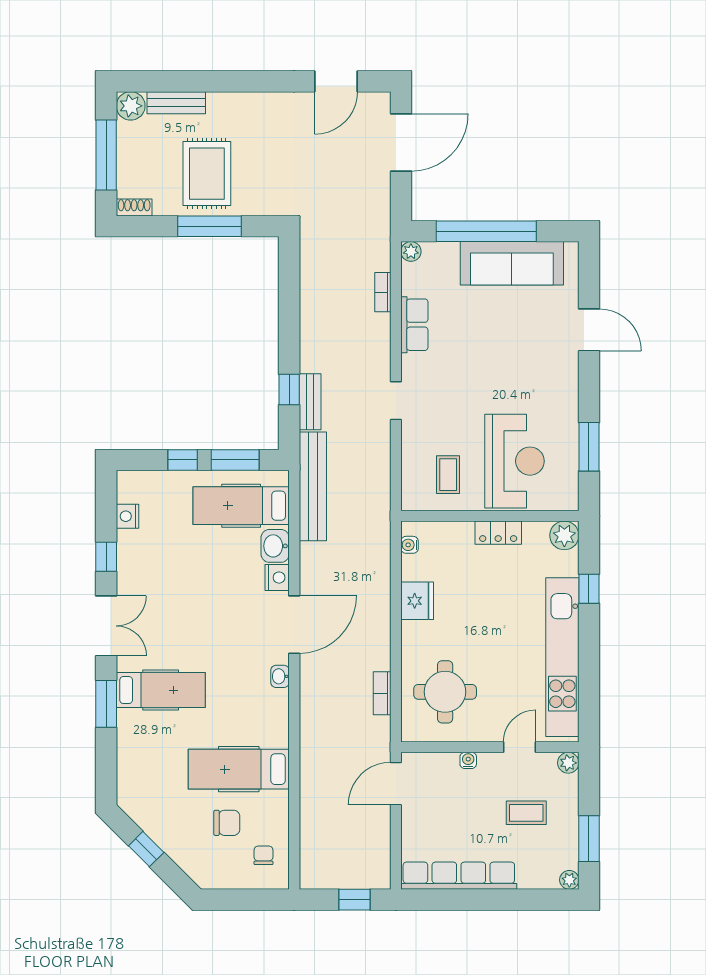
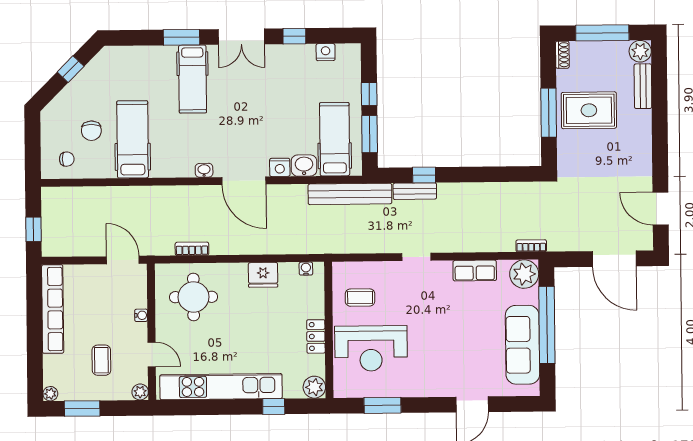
plant: (411, 251) -> (524, 274), width x1.87, depth x1.87
bookcase: (383, 292) -> (531, 246), moved

